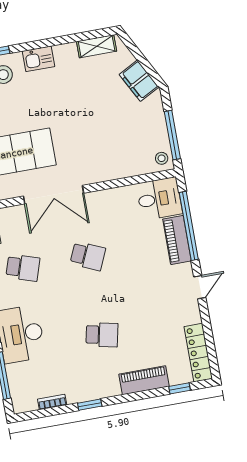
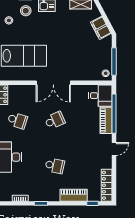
double door: (53, 195) -> (53, 83), moved
school desk: (88, 256) -> (55, 120), turned -48

